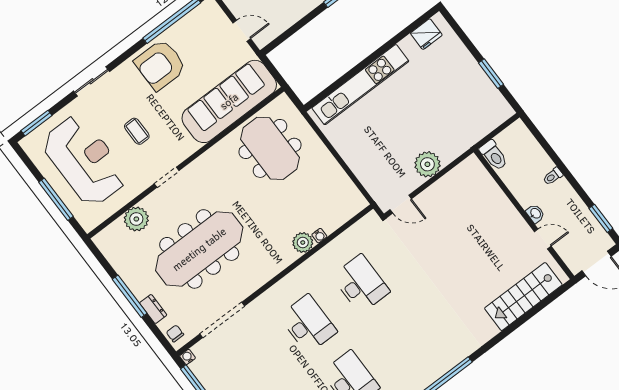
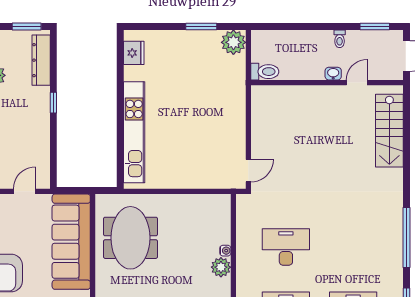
meeting table: (270, 148) -> (130, 238), turned 90
plant: (427, 164) -> (233, 42), moved
toilet: (553, 176) -> (340, 39), moved

